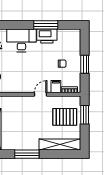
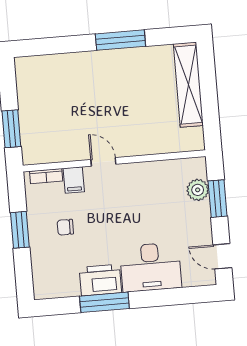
door: (41, 94) -> (103, 162), swing flipped
pallet: (65, 117) -> (51, 121), removed
shelving: (60, 145) -> (56, 65), removed

